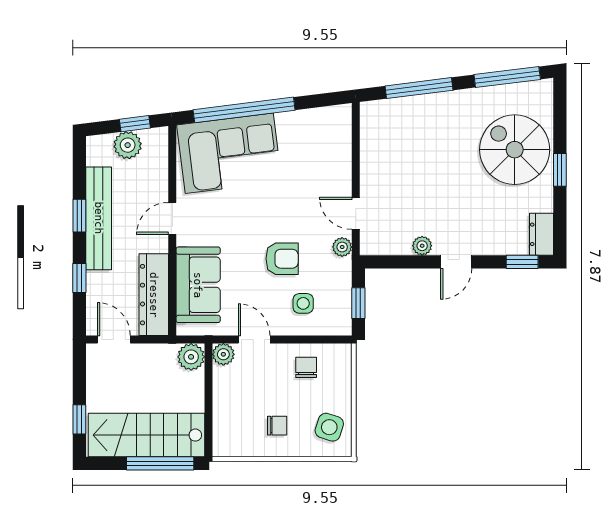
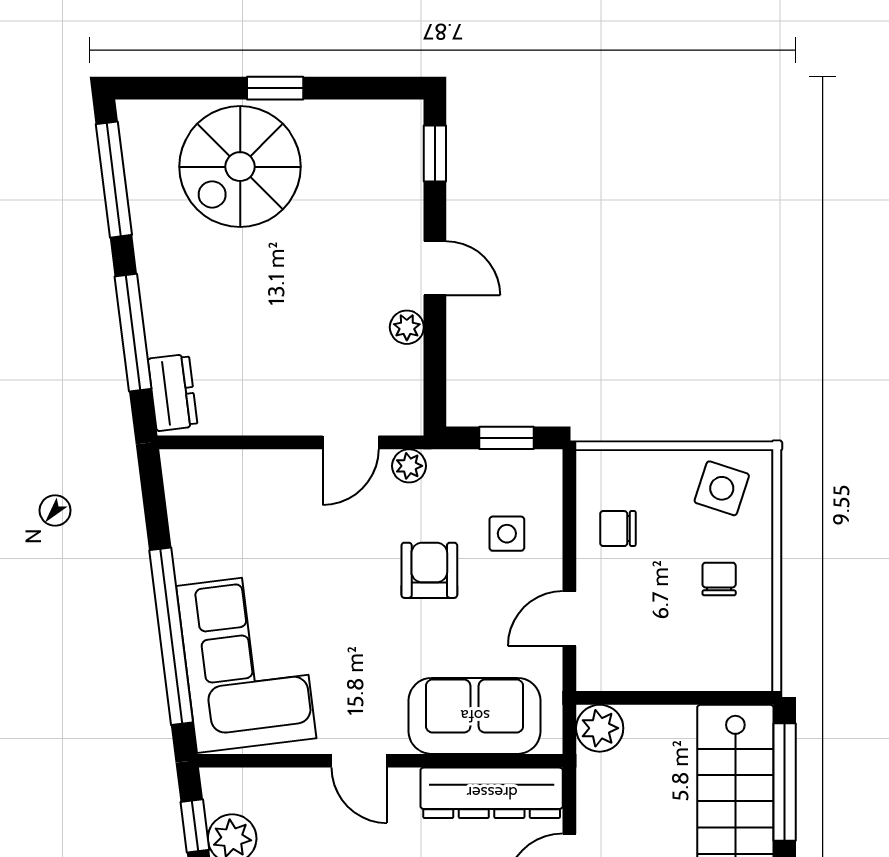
dresser: (541, 234) -> (173, 392), moved, turned -97
plant: (223, 354) -> (595, 672), removed

